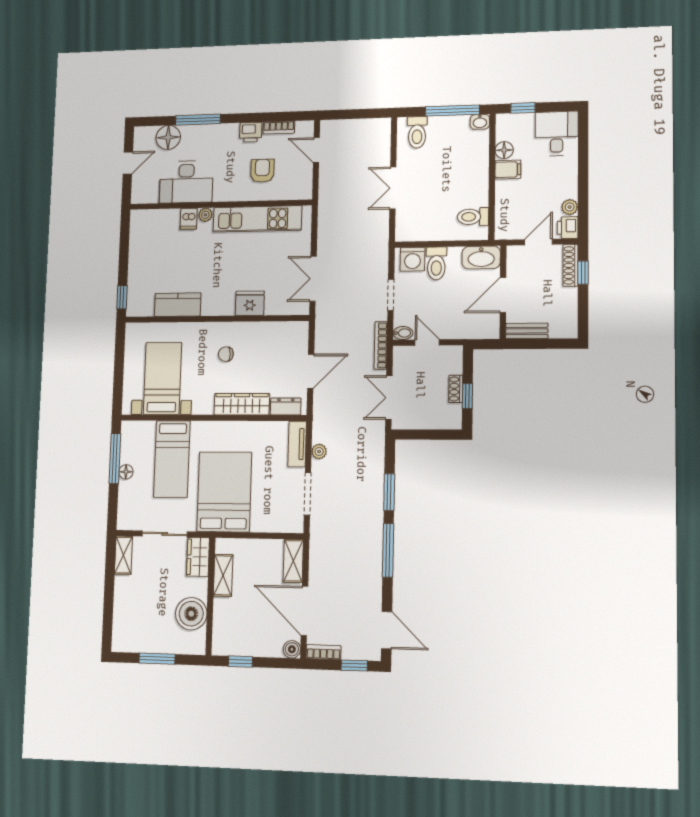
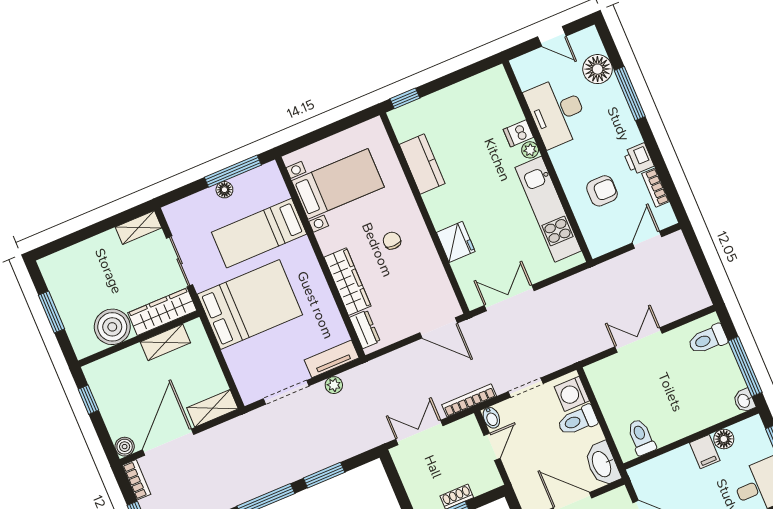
door: (311, 371) -> (439, 328), moved
wardrobe: (198, 557) -> (162, 312), width x1.50

